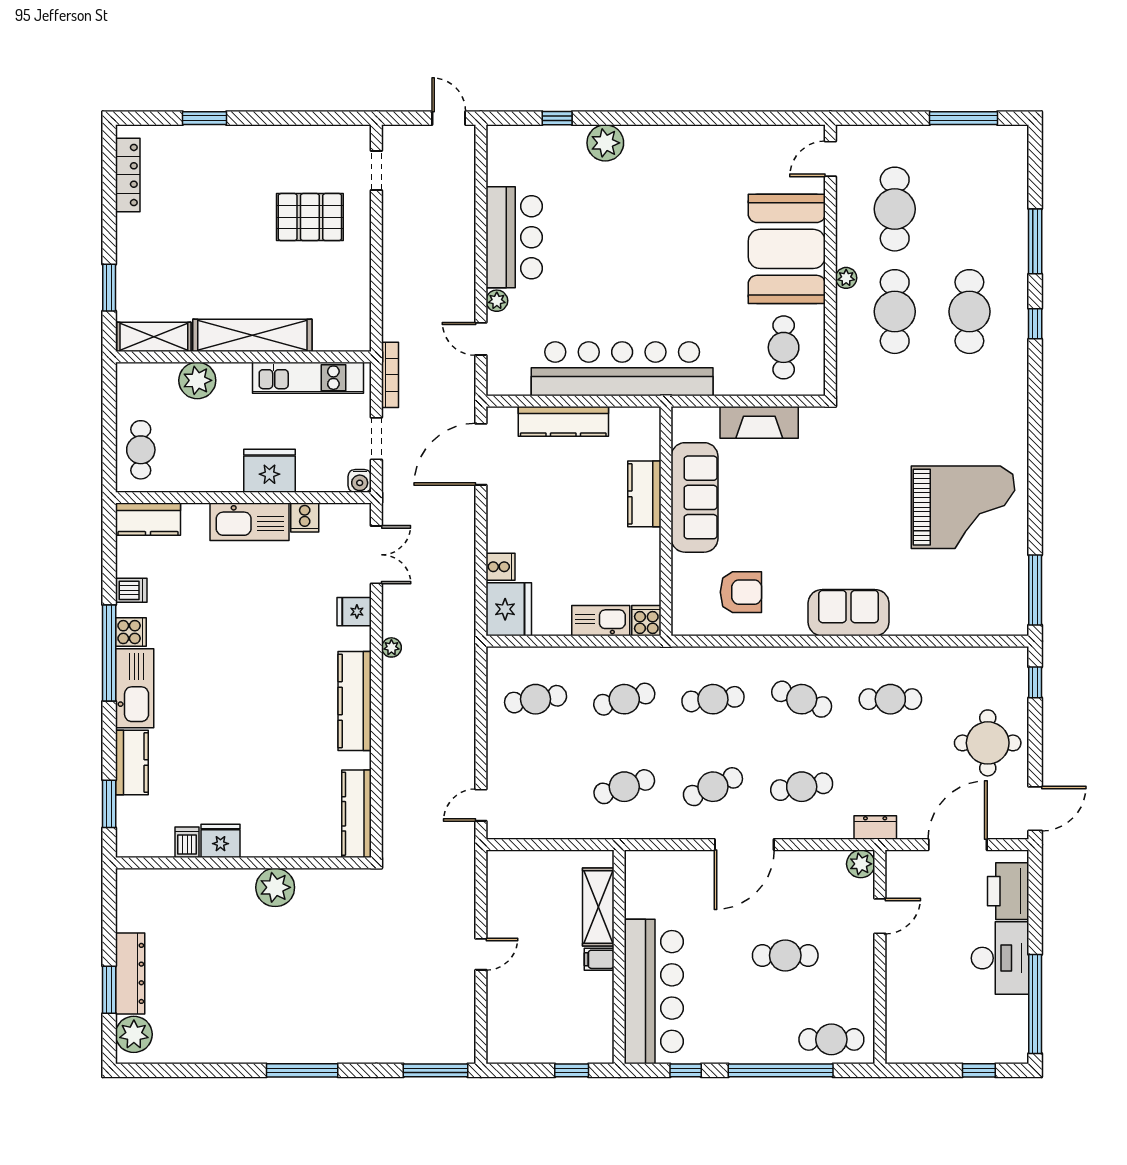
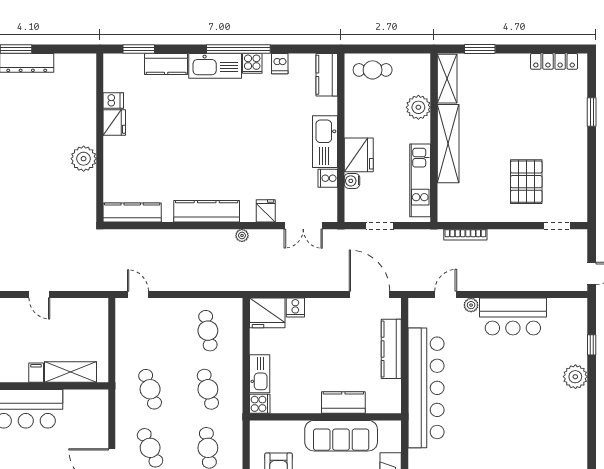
bookcase: (390, 375) -> (465, 235), moved
water cooler: (360, 481) -> (352, 181), moved

